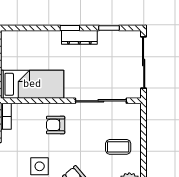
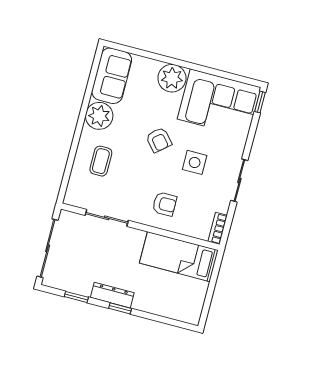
sliding door: (101, 101) -> (107, 218), width x0.73
coffee table: (118, 147) -> (101, 161), turned 90

